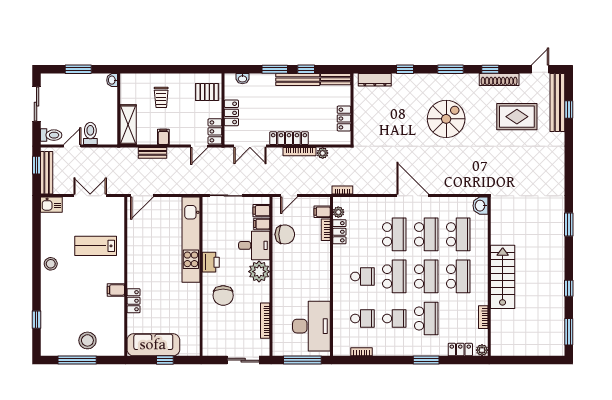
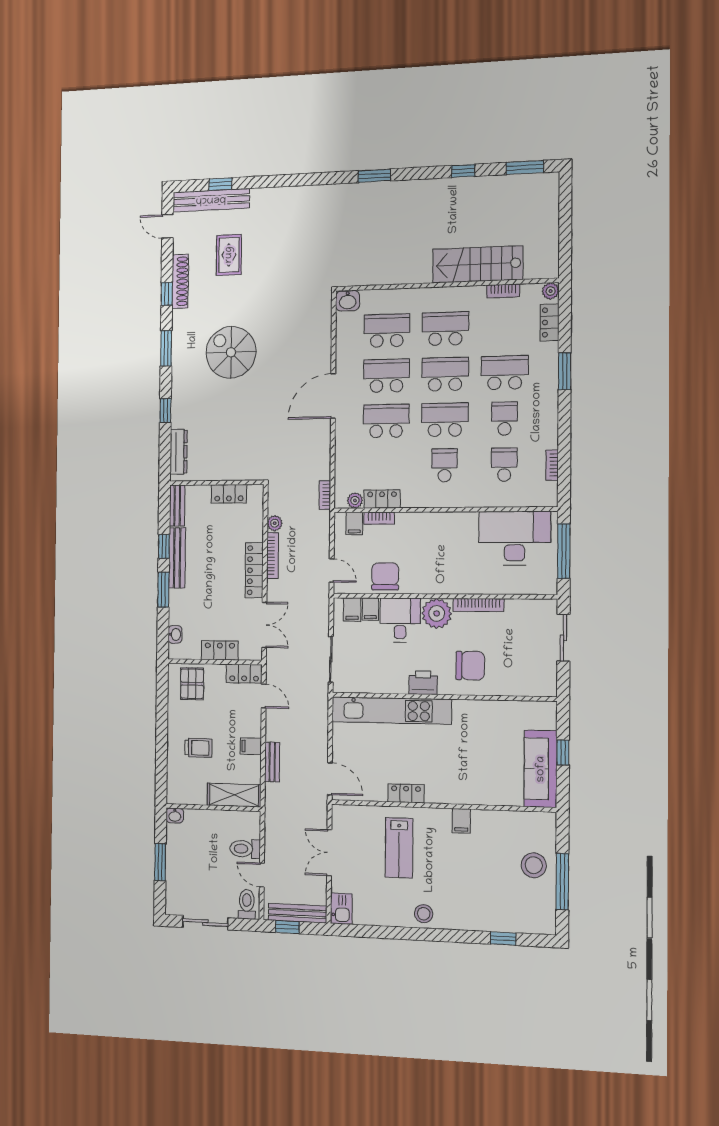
rug: (517, 117) -> (229, 255), width x0.73, depth x0.70
stairs: (503, 277) -> (478, 264), moved
locker: (134, 301) -> (406, 793), moved
bookcase: (265, 321) -> (478, 605), moved

